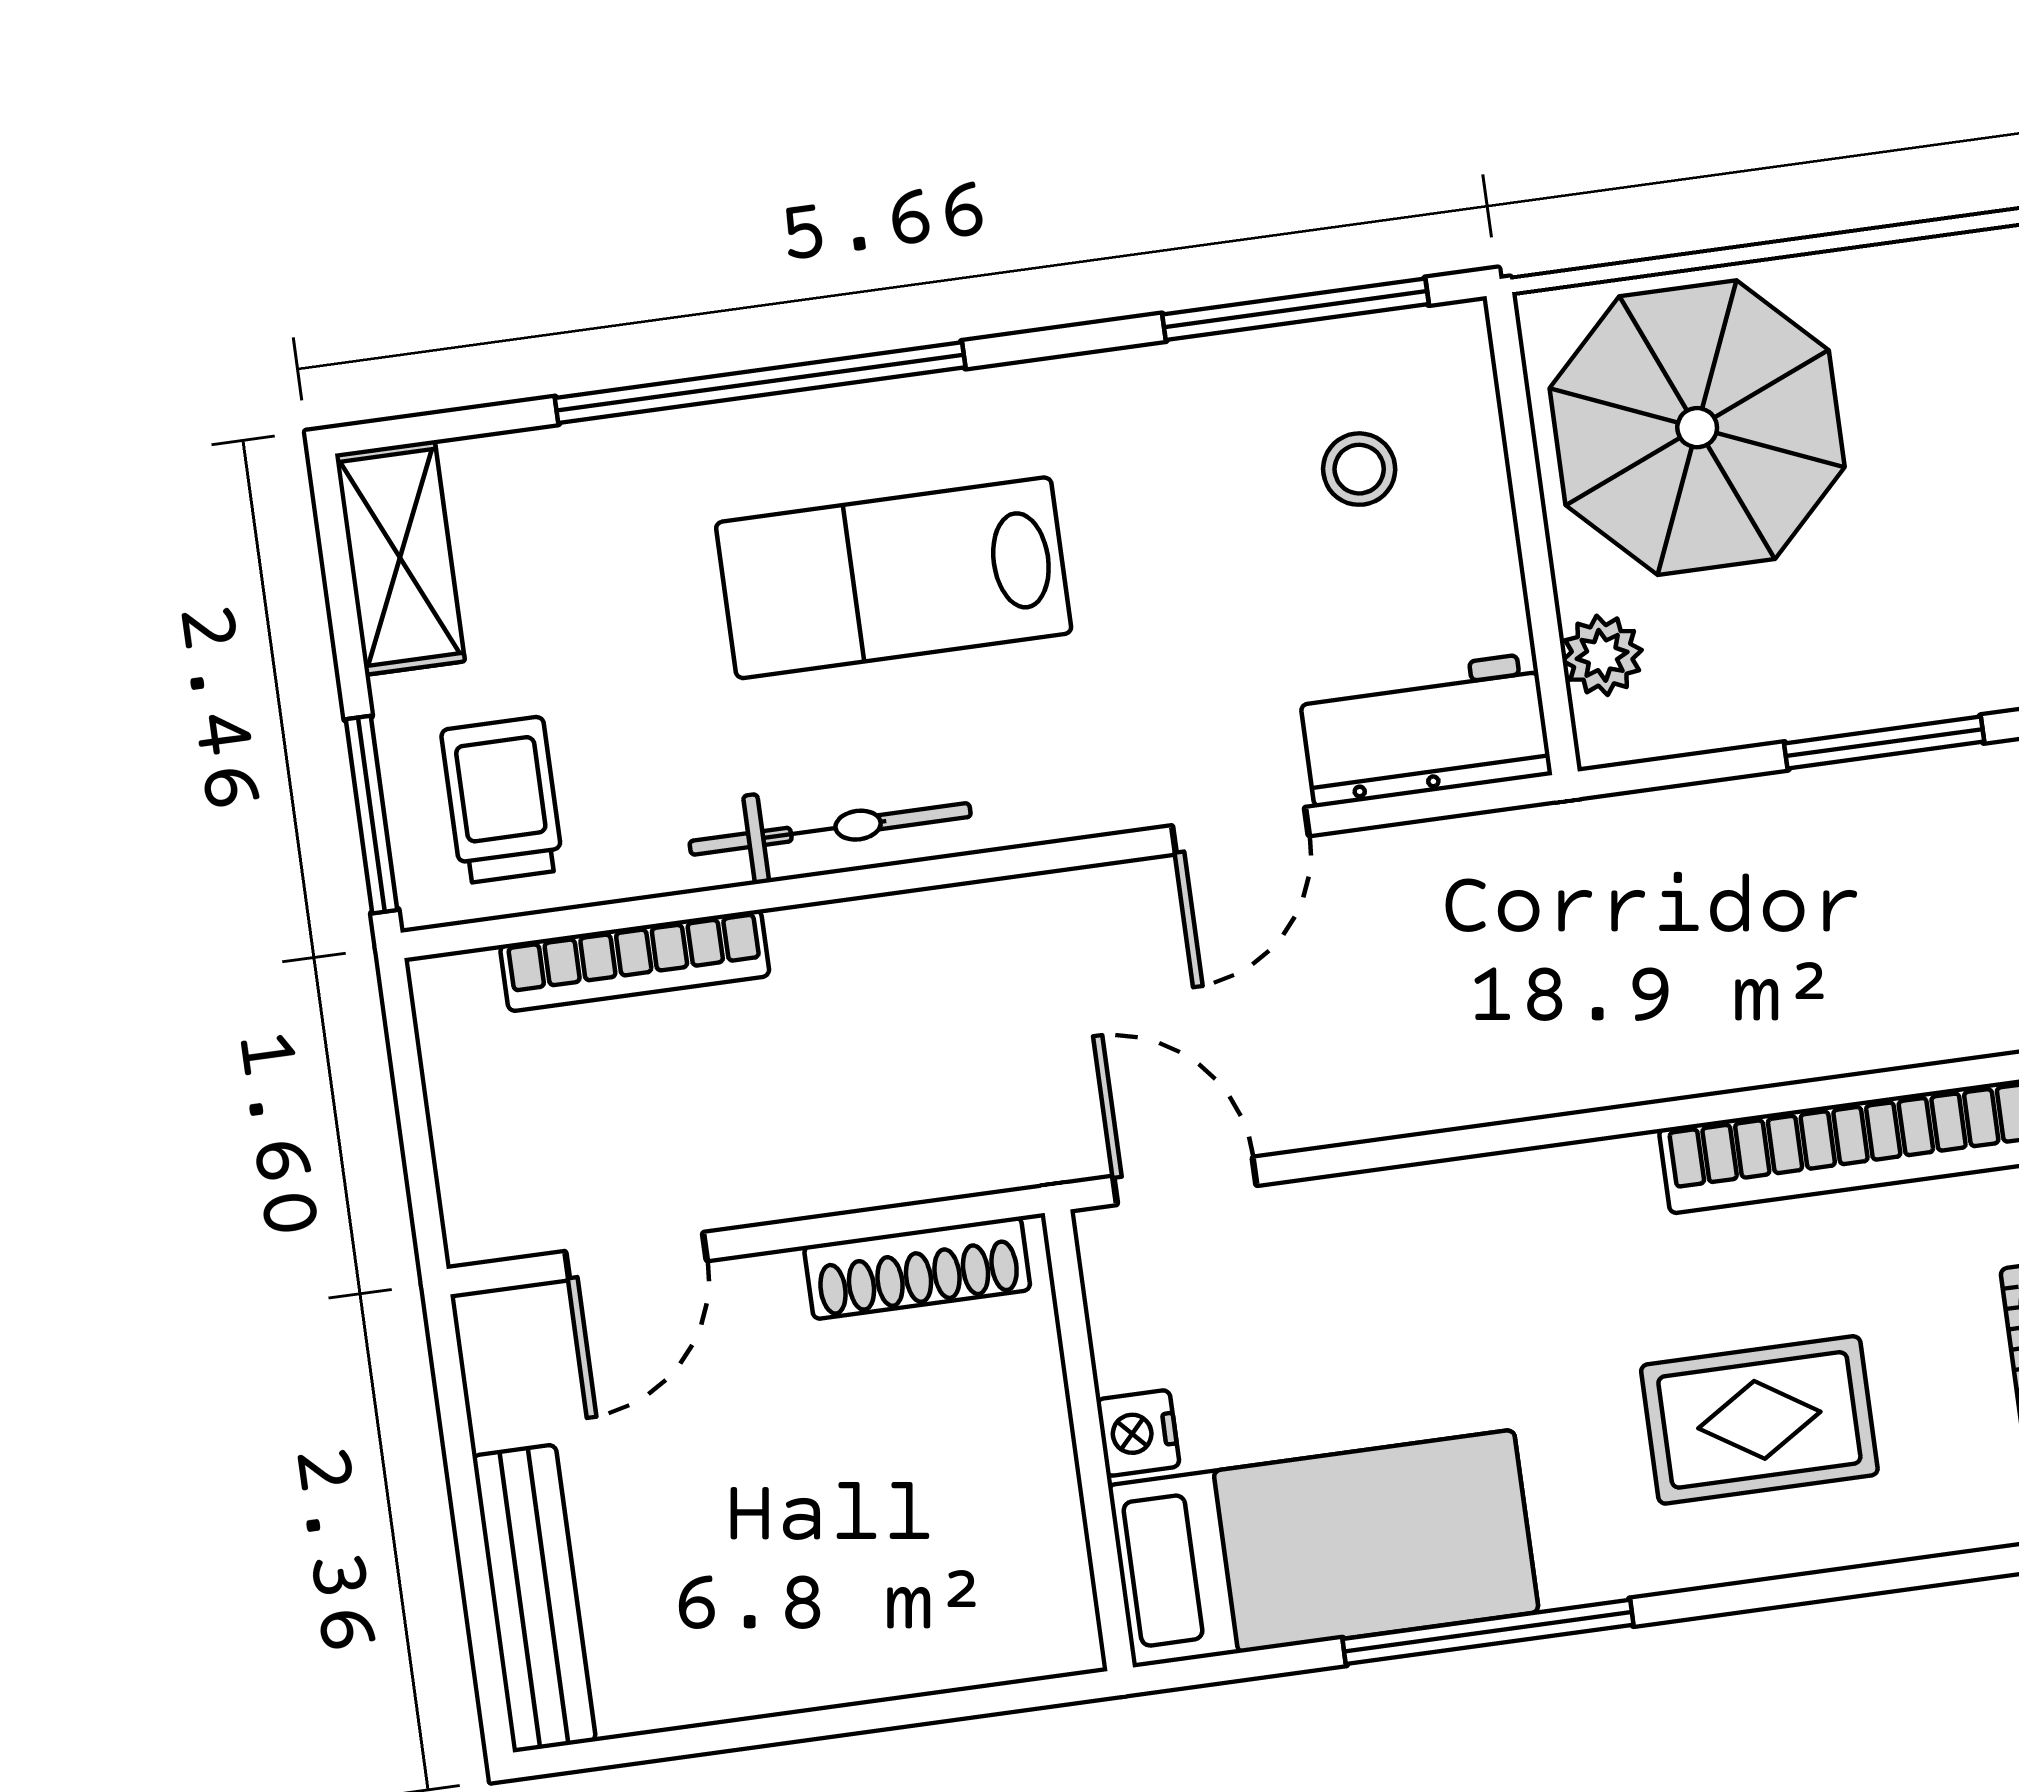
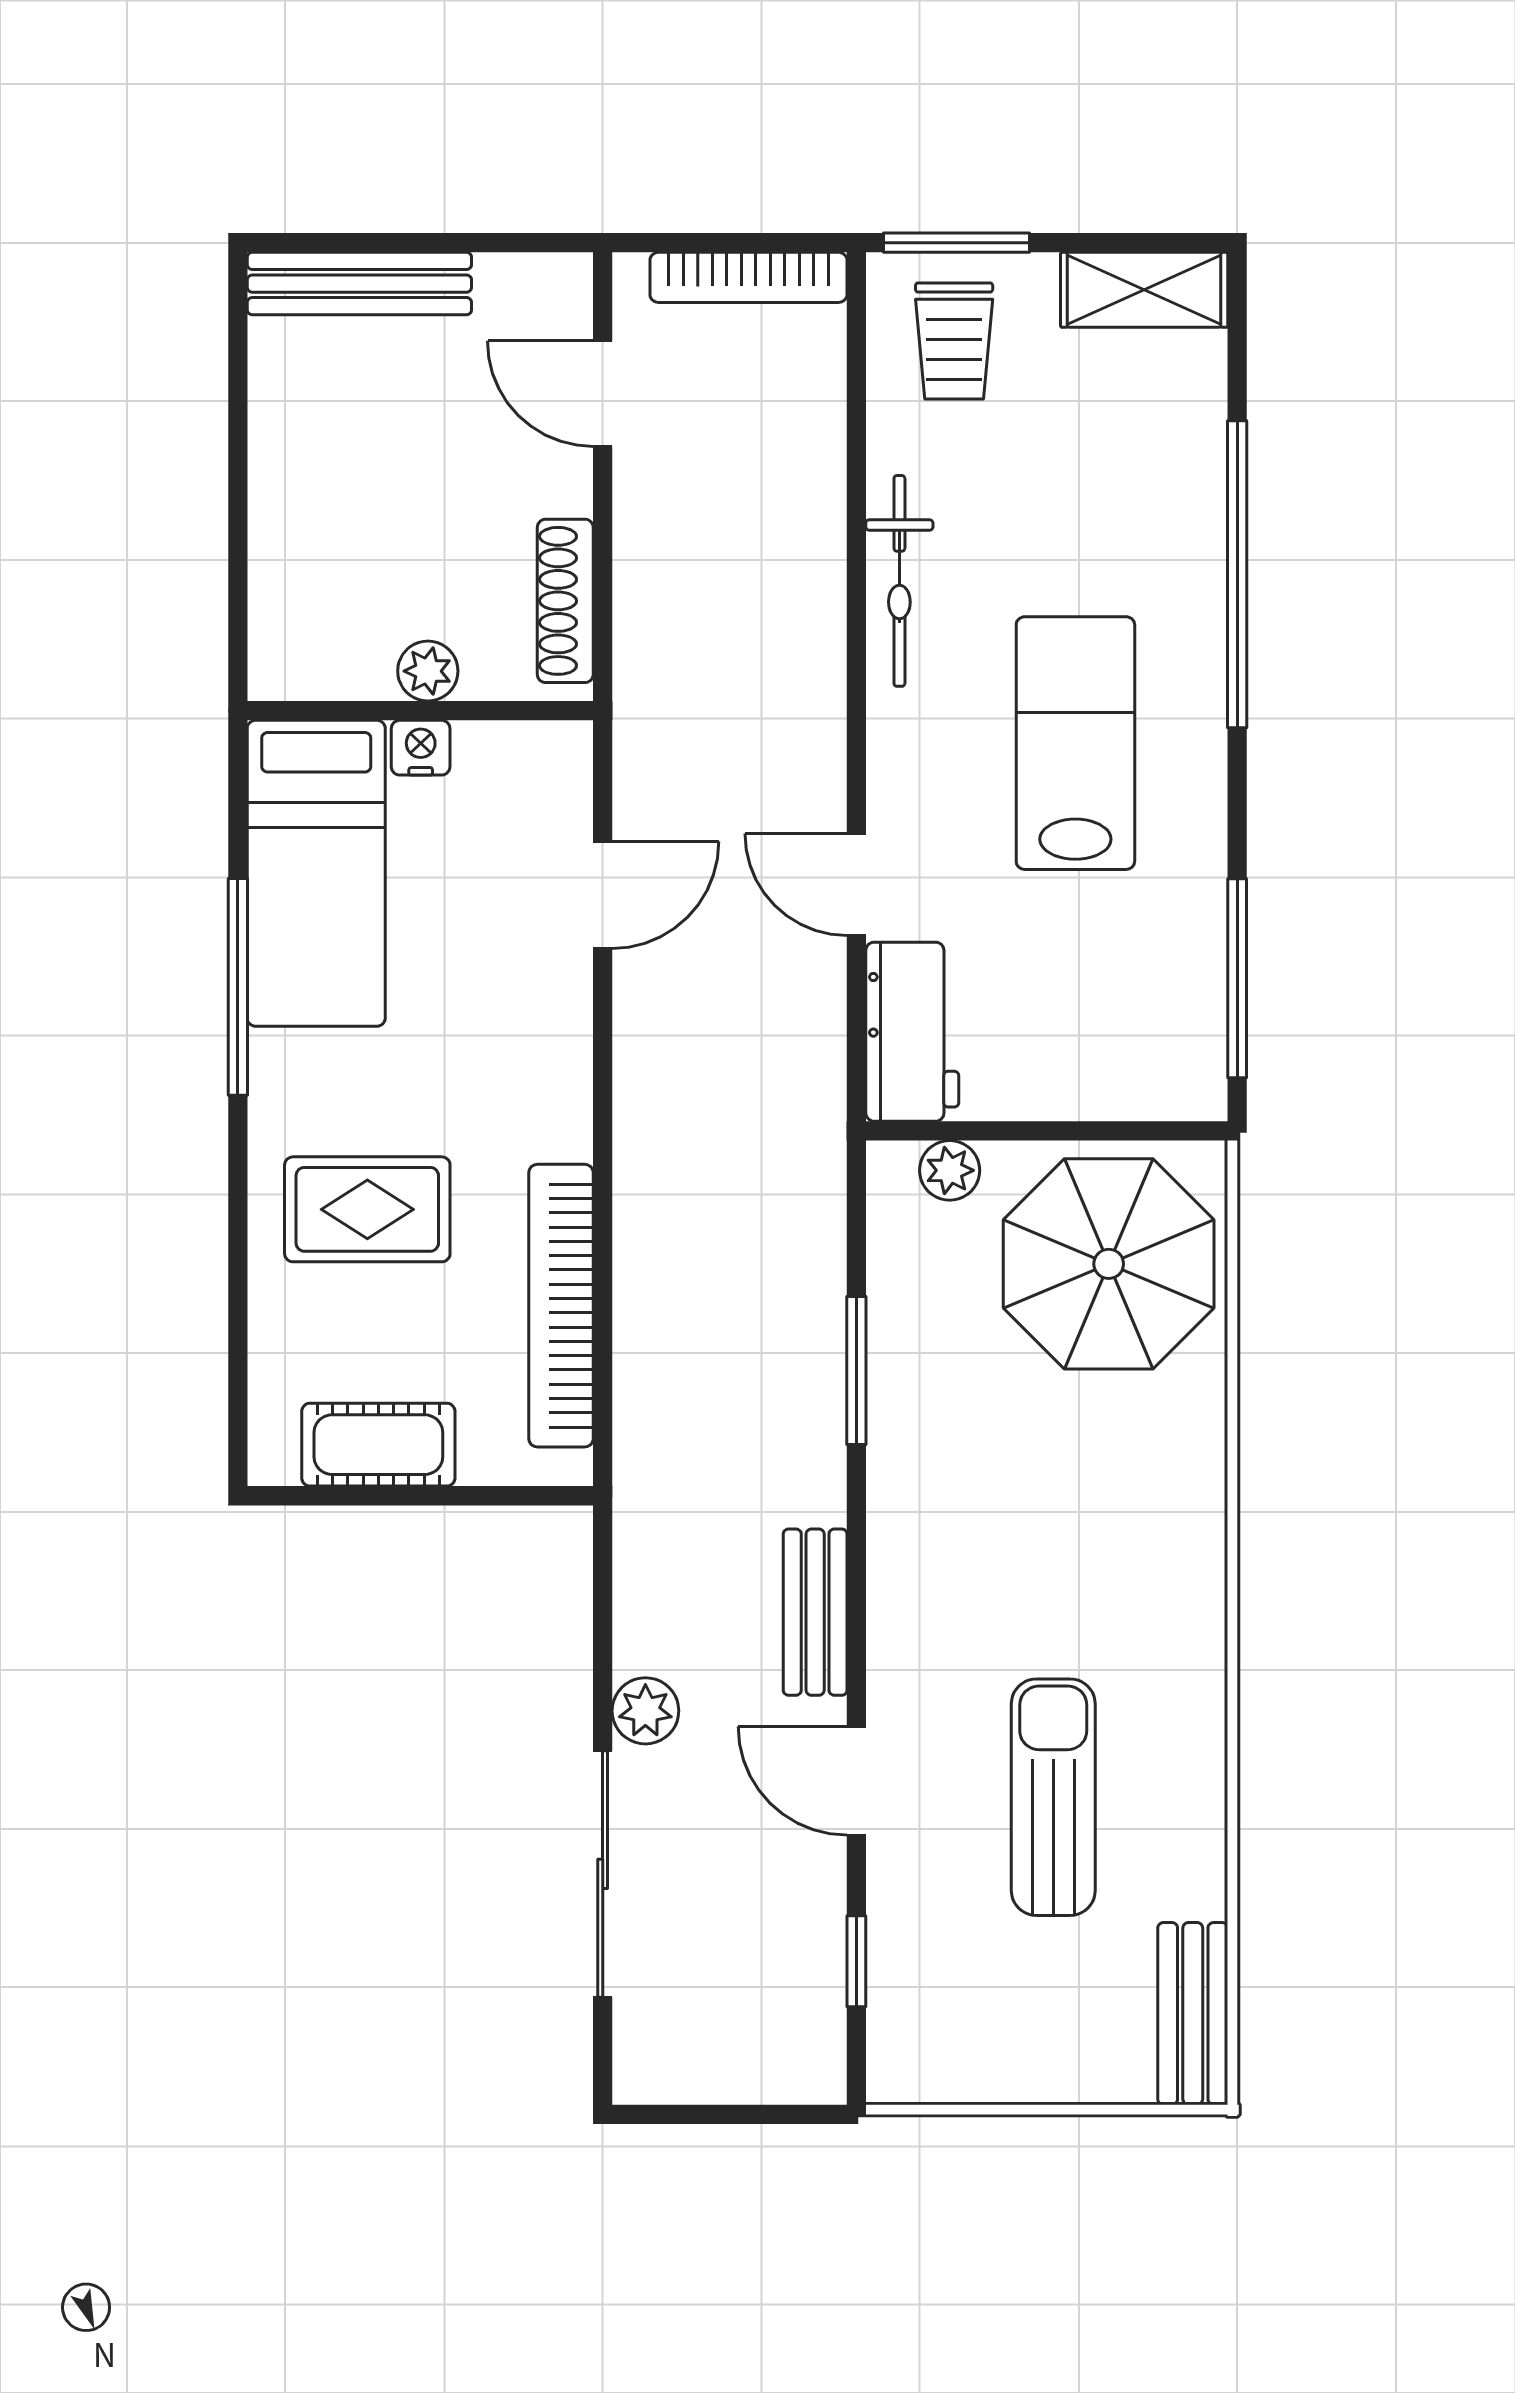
stool: (1359, 469) -> (1112, 1009), removed
lab bench: (894, 578) -> (1075, 743), moved
trolley: (502, 800) -> (954, 341), turned 90
bookcase: (635, 961) -> (748, 277), moved, turned -90
door: (1185, 1181) -> (603, 895), moved
rug: (1759, 1420) -> (367, 1209), turned 90
plant: (1035, 1437) -> (428, 671), added

